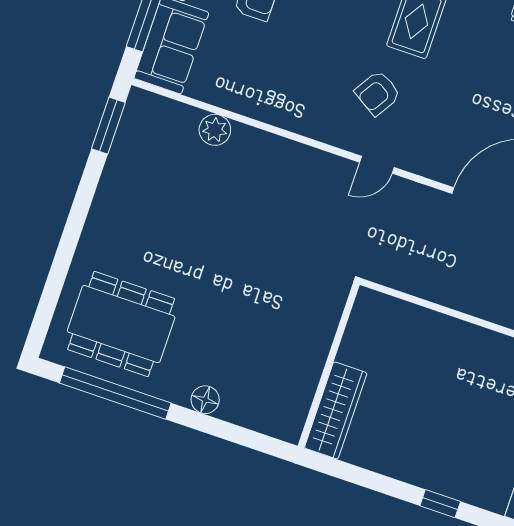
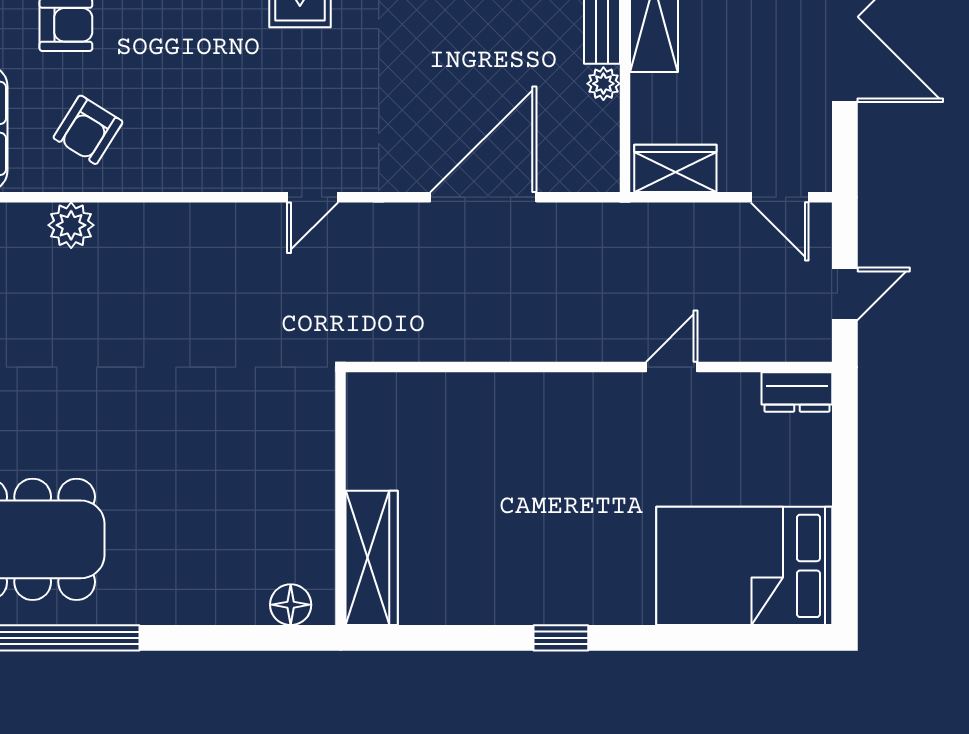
armchair: (378, 93) -> (88, 130), moved
floor lamp: (205, 400) -> (291, 605), moved

